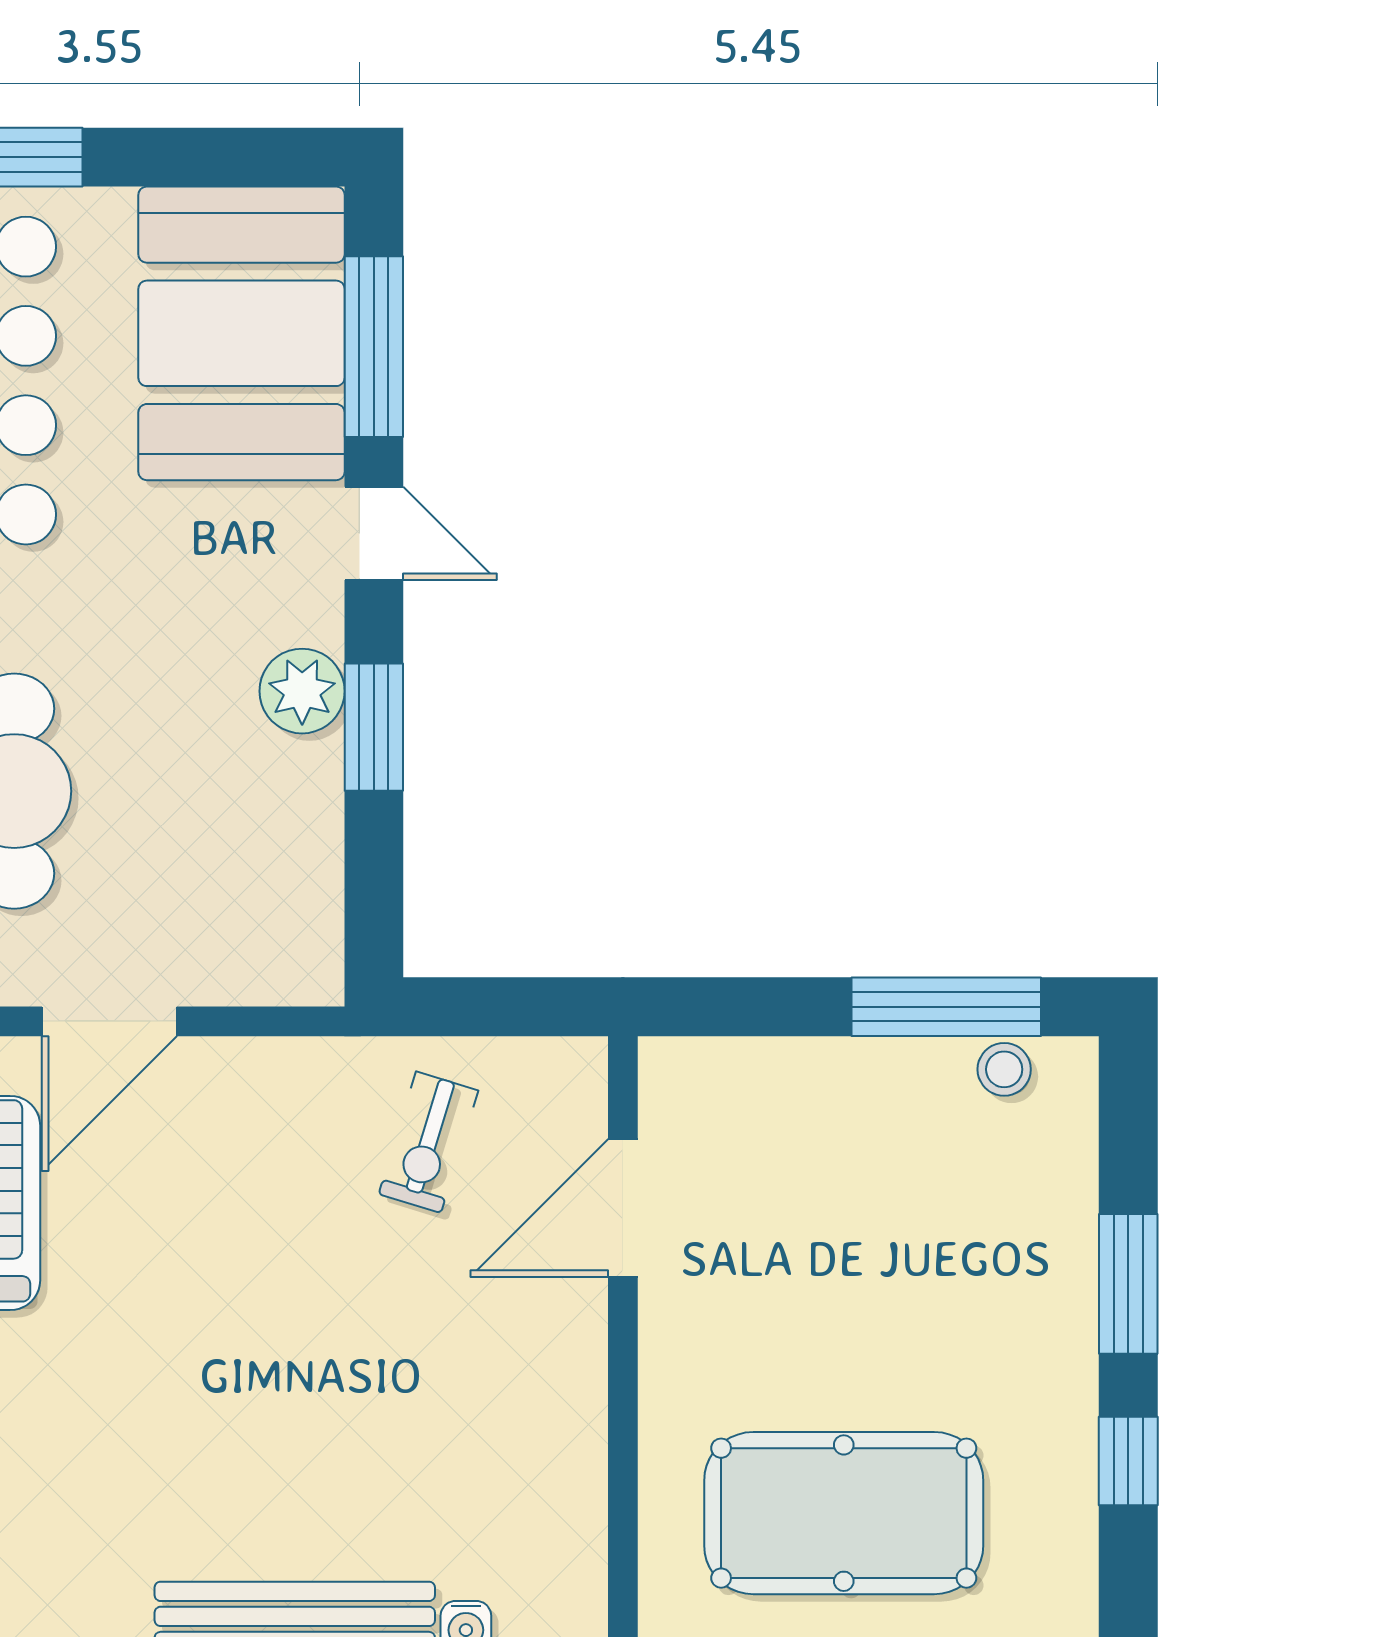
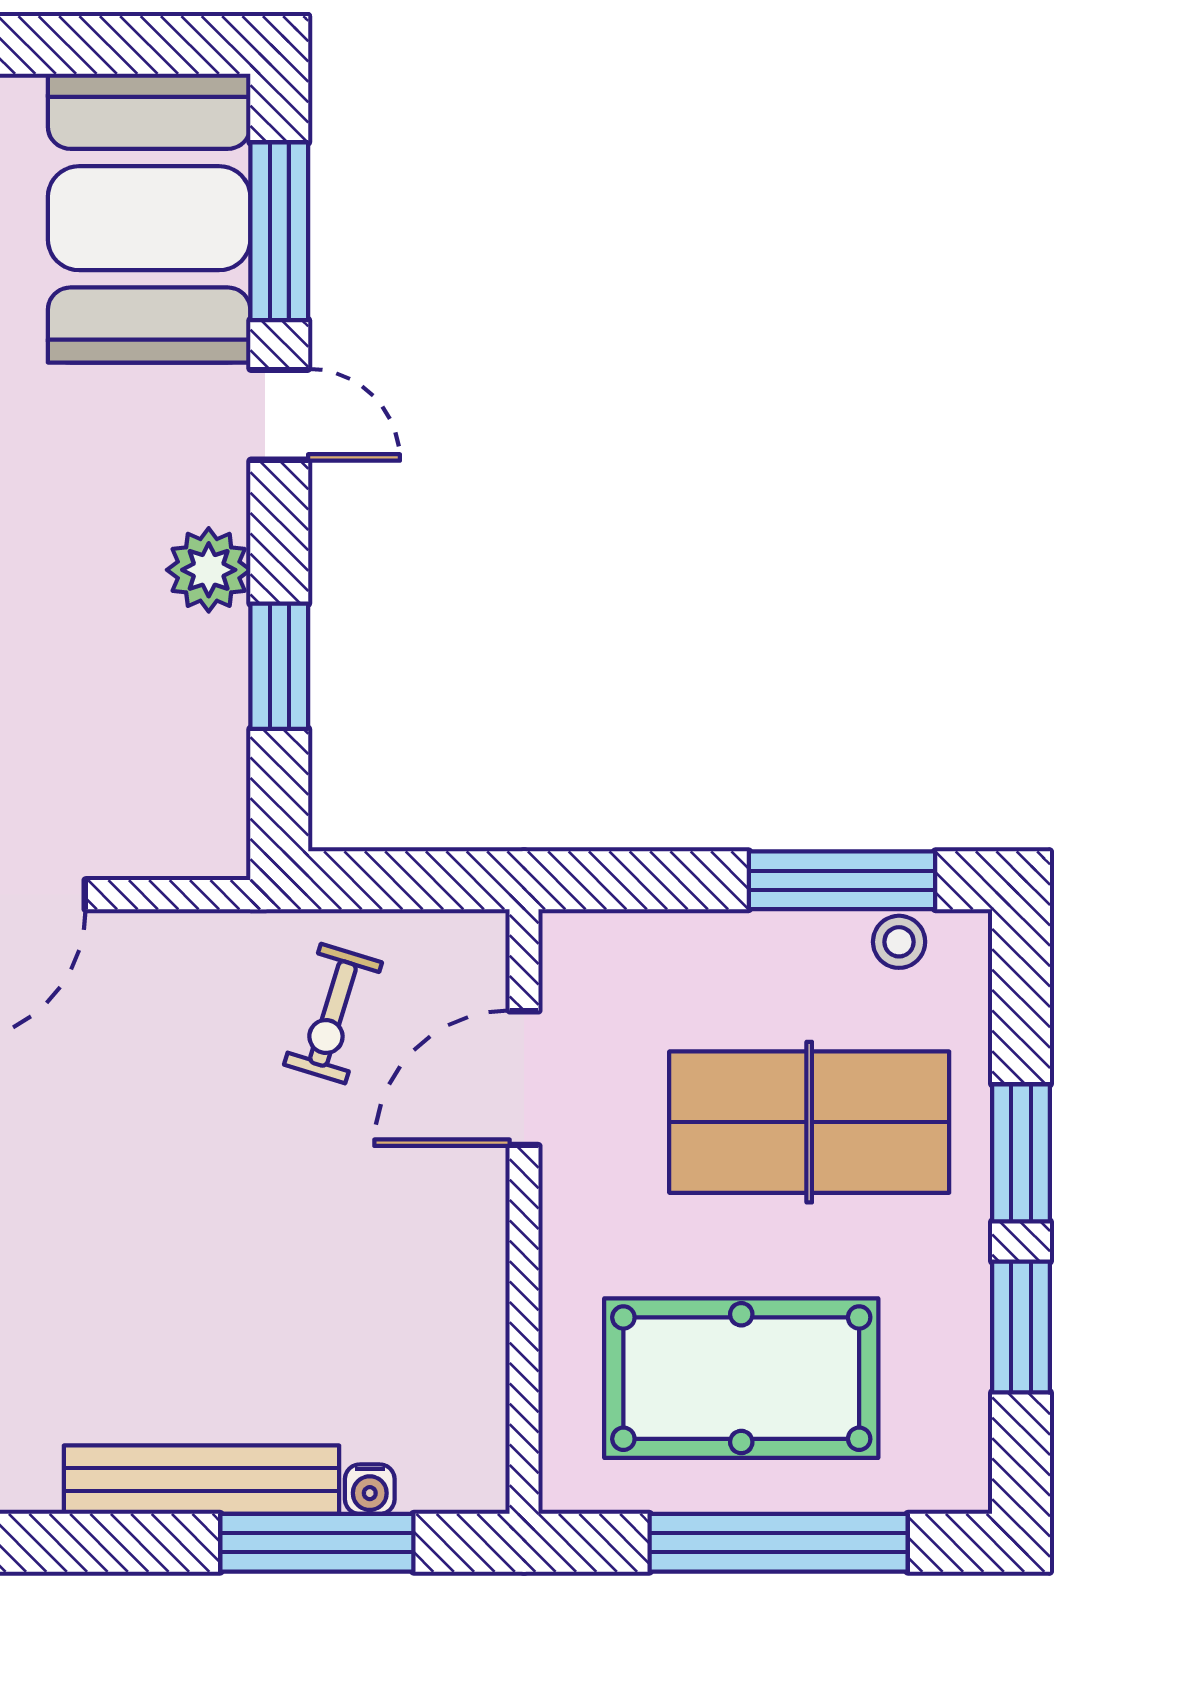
window: (374, 727) -> (279, 666), moved
table tennis table: (913, 1253) -> (809, 1122), added
window: (1128, 1461) -> (1021, 1327), width x1.50

